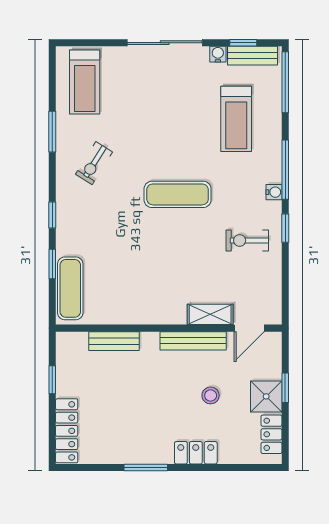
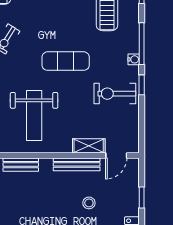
exercise bike: (247, 240) -> (115, 94), width x1.38, depth x1.39
weight bench: (133, 272) -> (34, 116), added
shower: (266, 396) -> (128, 204), removed

